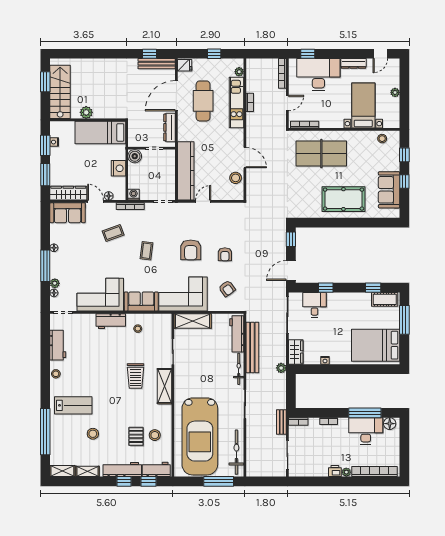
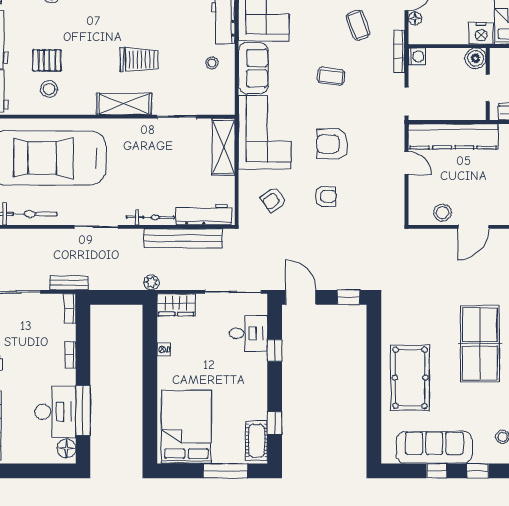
nightstand: (118, 168) -> (481, 33), moved
sofa: (389, 190) -> (434, 447), width x1.36
armchair: (225, 254) -> (326, 196), turned 180
trolley: (135, 376) -> (139, 59), turned 180

